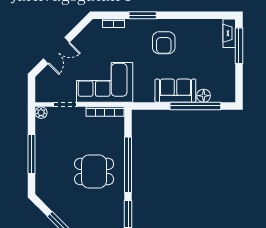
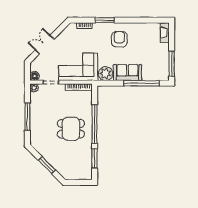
armchair: (164, 43) -> (119, 39), turned 180
window: (239, 46) -> (172, 64), moved
double door: (56, 50) -> (45, 45), swing flipped
plant: (144, 92) -> (106, 74), added
floor lamp: (204, 96) -> (35, 76), moved

